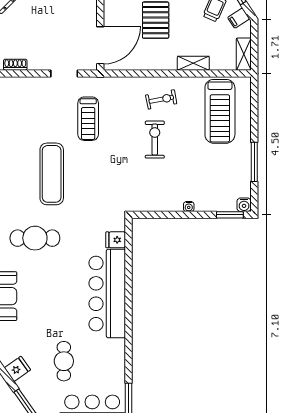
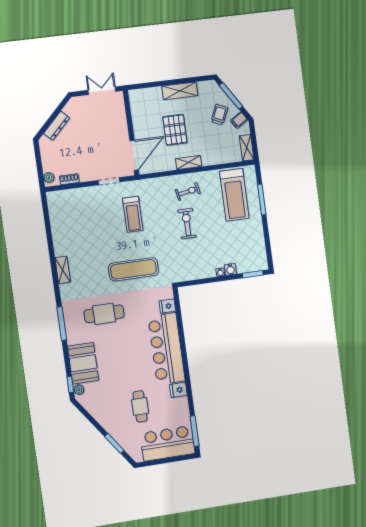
shelving: (193, 63) -> (189, 162), moved
window: (254, 162) -> (262, 200), moved
exercise mat: (52, 174) -> (133, 269), moved, turned 90
water cooler: (244, 205) -> (230, 269), moved
fridge: (17, 369) -> (178, 390), moved, turned -145

